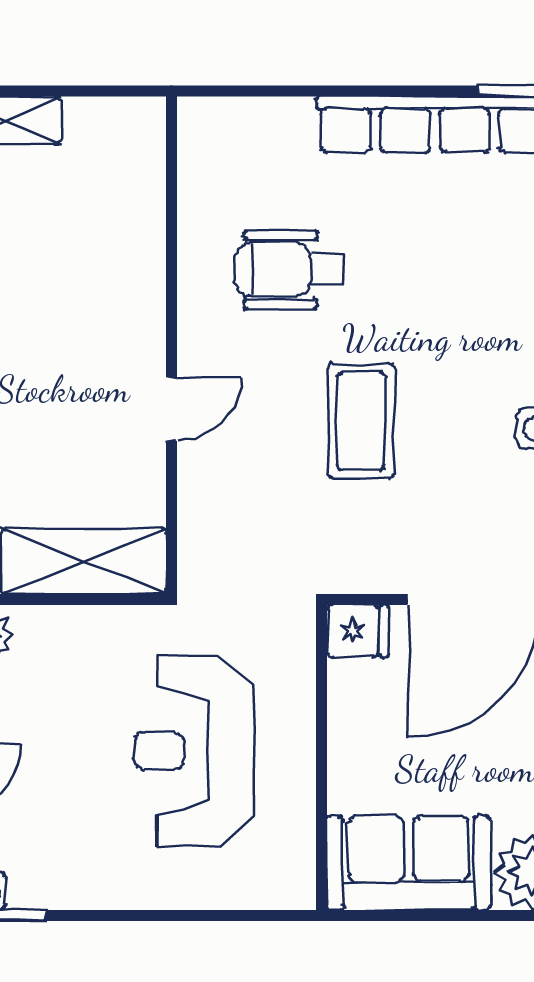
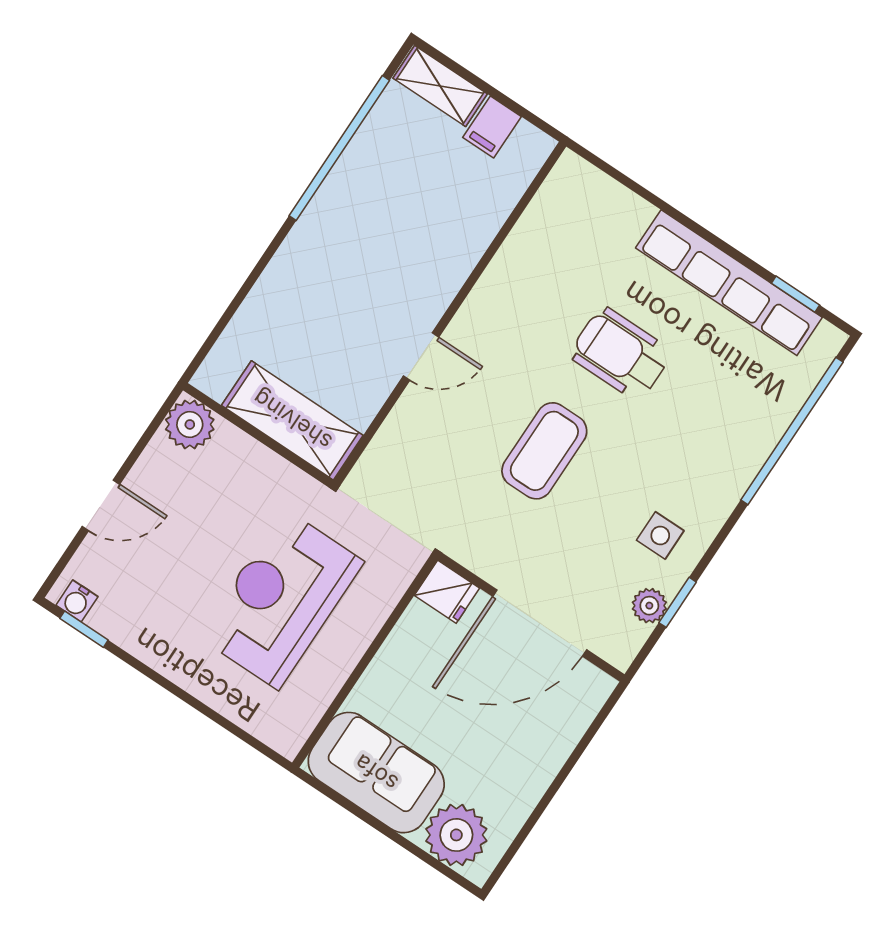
filing cabinet: (88, 127) -> (492, 127), added
wheelchair: (289, 269) -> (621, 354), moved

